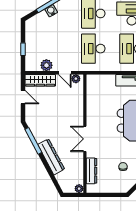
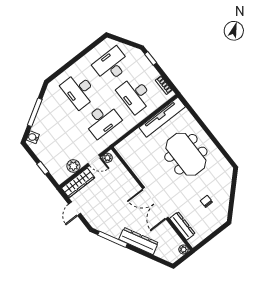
water cooler: (51, 11) -> (33, 137), moved
desk: (93, 49) -> (102, 120), turned -90
door: (23, 97) -> (75, 209), swing flipped
double door: (85, 139) -> (155, 203), width x1.37

